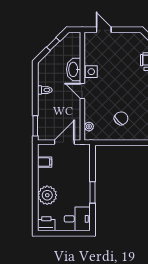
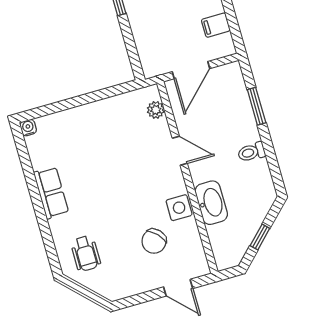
door: (82, 91) -> (180, 151), moved
chair: (121, 118) -> (154, 241), moved
window: (35, 126) -> (257, 106), moved

